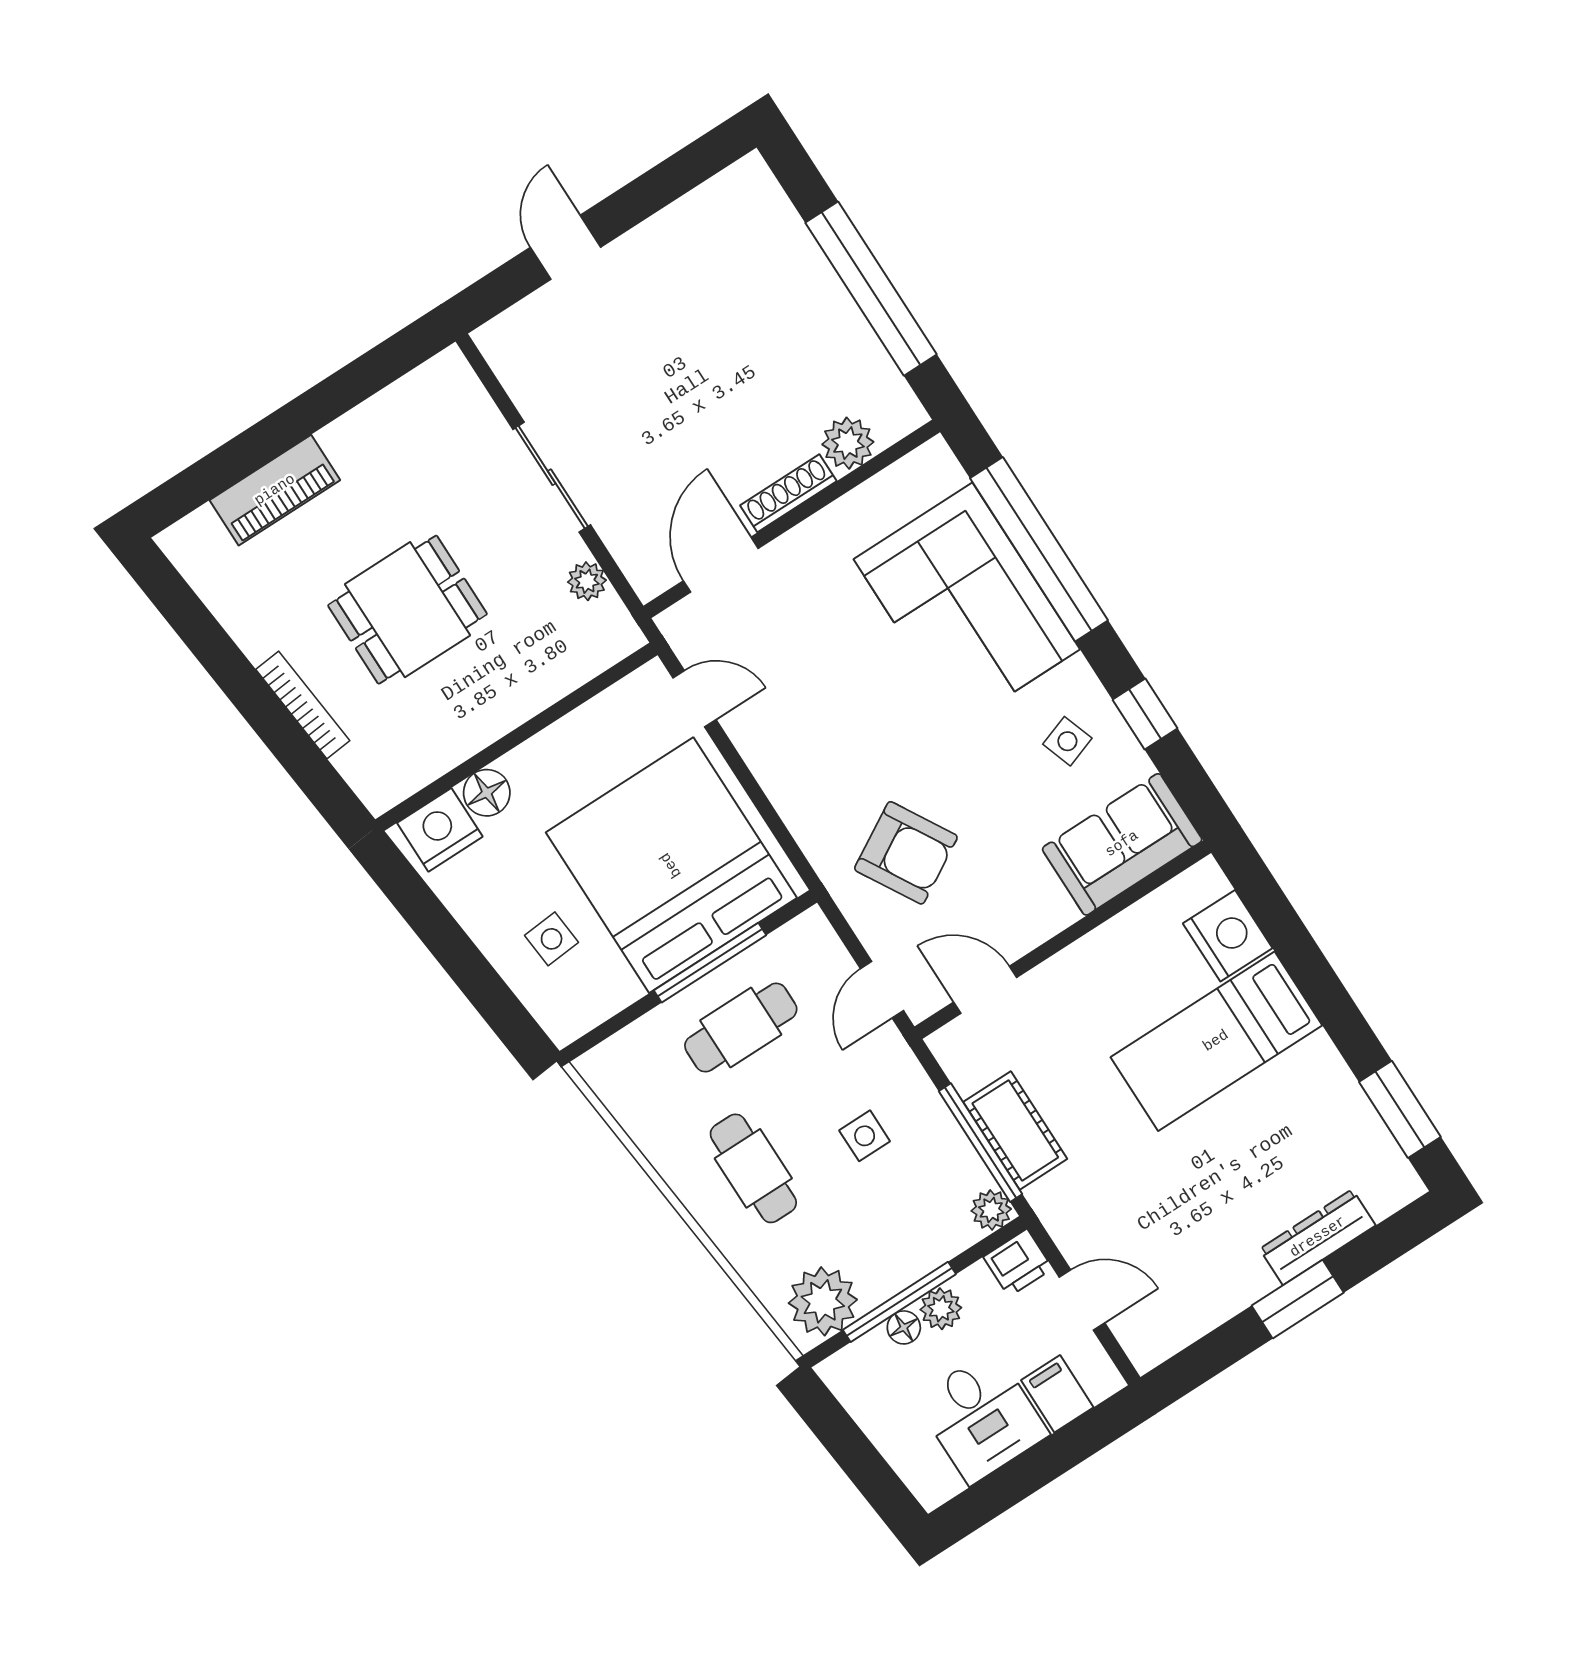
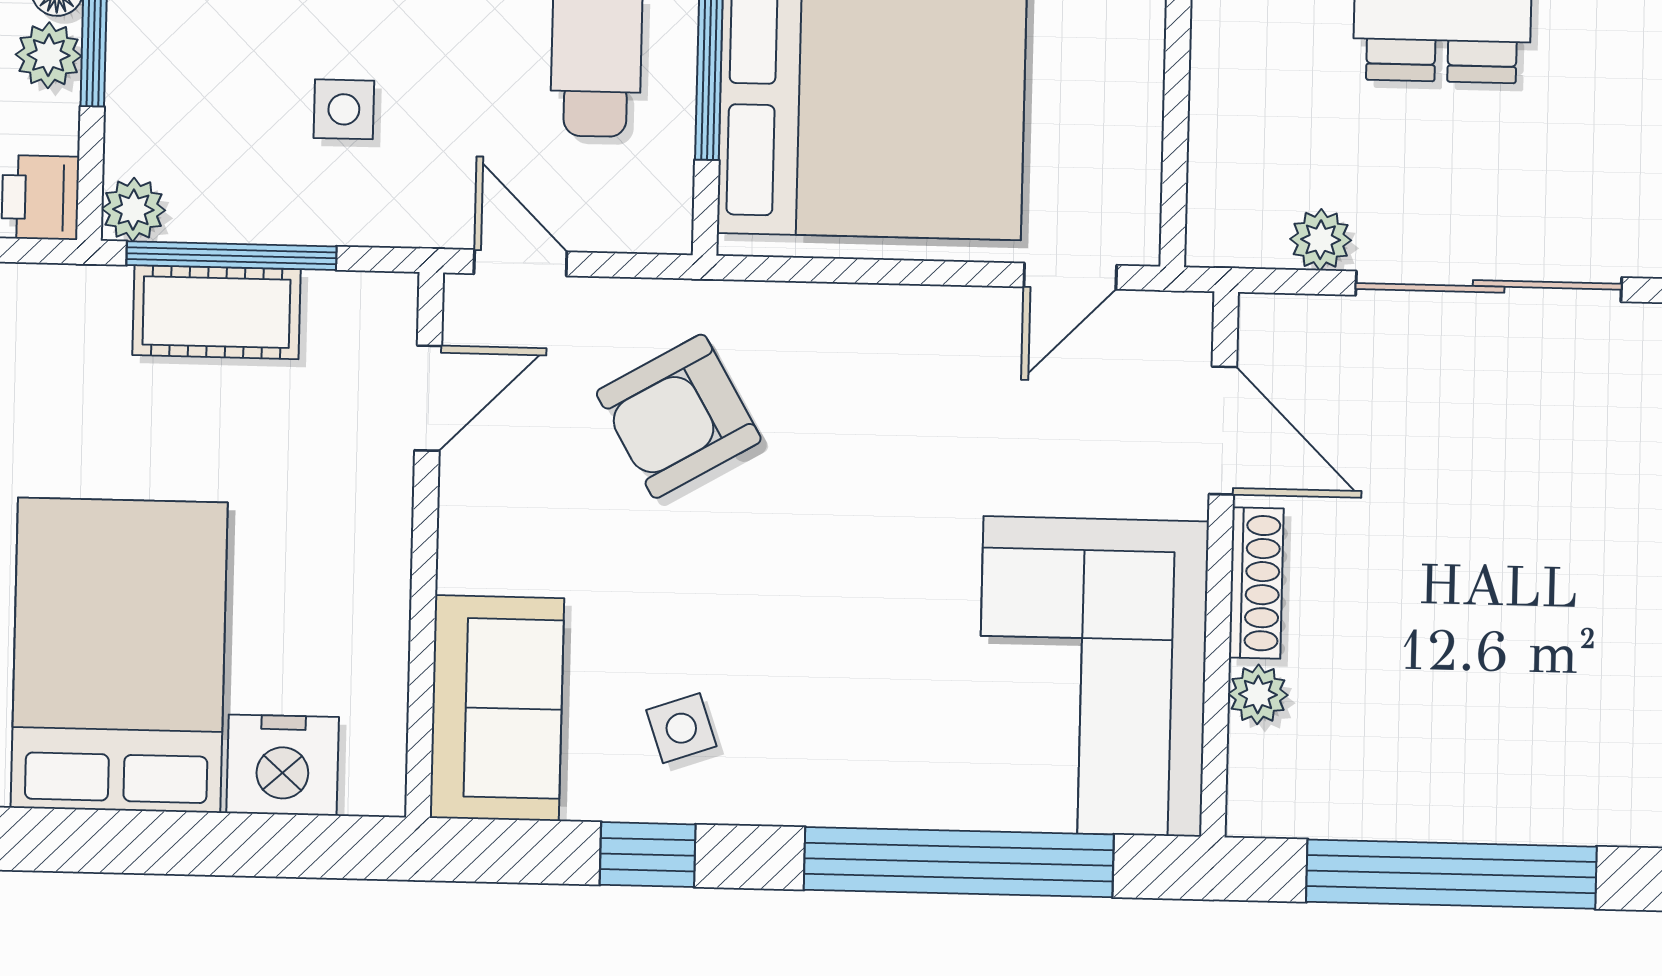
plant: (848, 443) -> (1258, 694), width x0.73, depth x0.73
sliding door: (552, 477) -> (1489, 286), width x1.37
corner sofa: (967, 604) -> (1092, 676), moved, turned -90
bed: (1216, 1041) -> (119, 655), width x1.50

